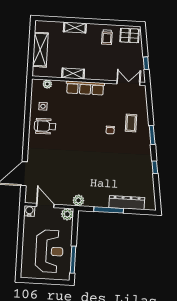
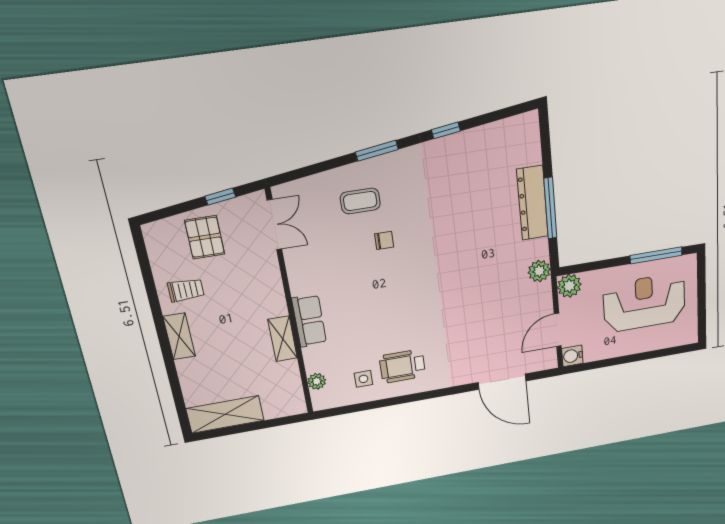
shelving: (75, 28) -> (179, 336), moved
pallet: (129, 35) -> (205, 237), moved
shelving: (40, 50) -> (225, 414), moved
double door: (128, 83) -> (274, 225), swing flipped
row of seats: (85, 88) -> (309, 321), width x0.68
wheelchair: (45, 126) -> (403, 366), turned 90
dresser: (127, 203) -> (533, 203), moved

